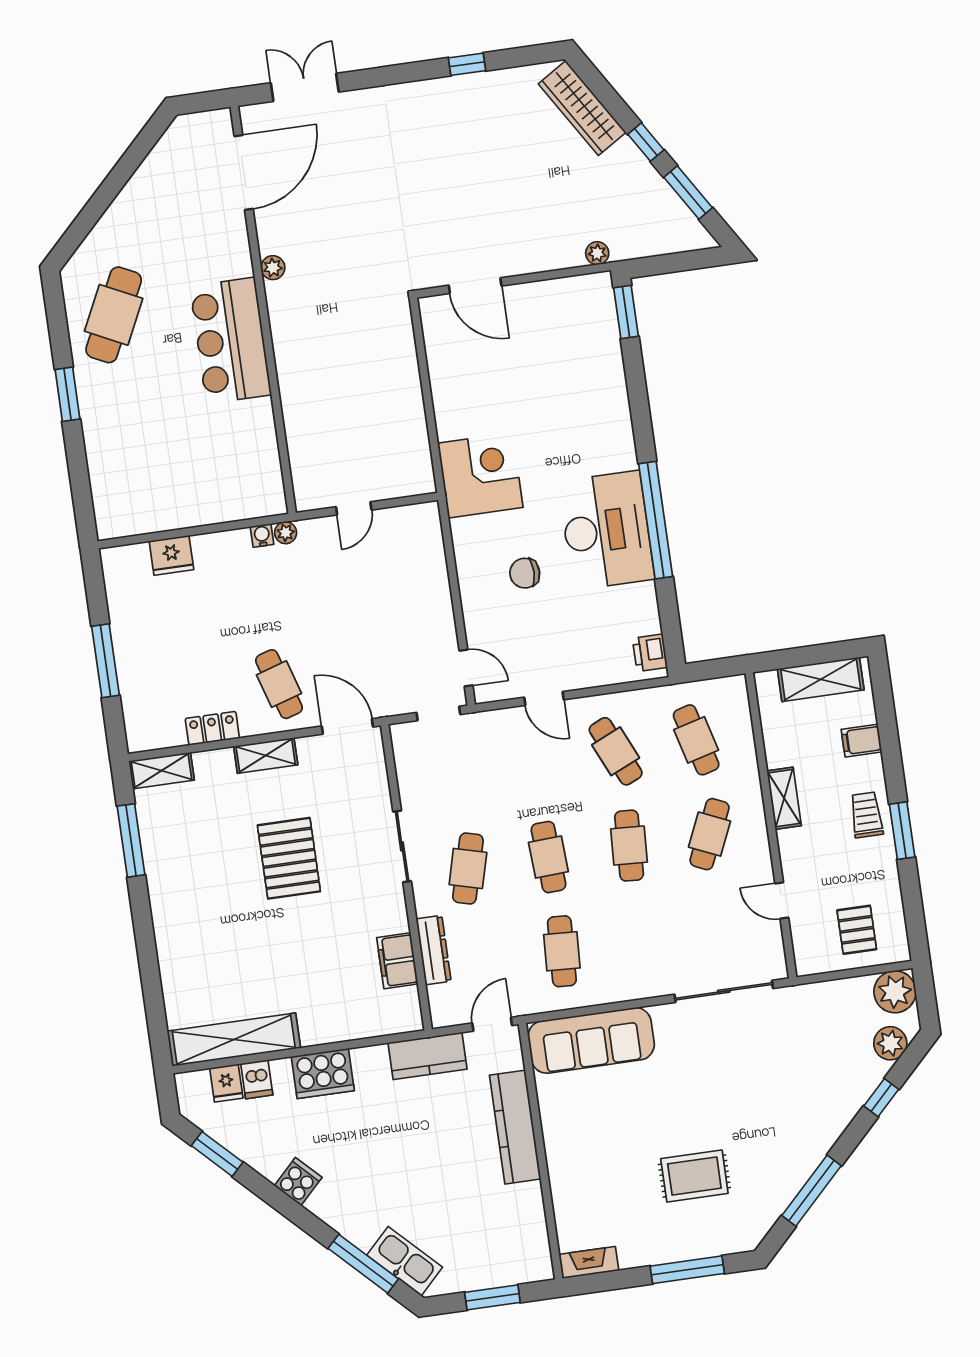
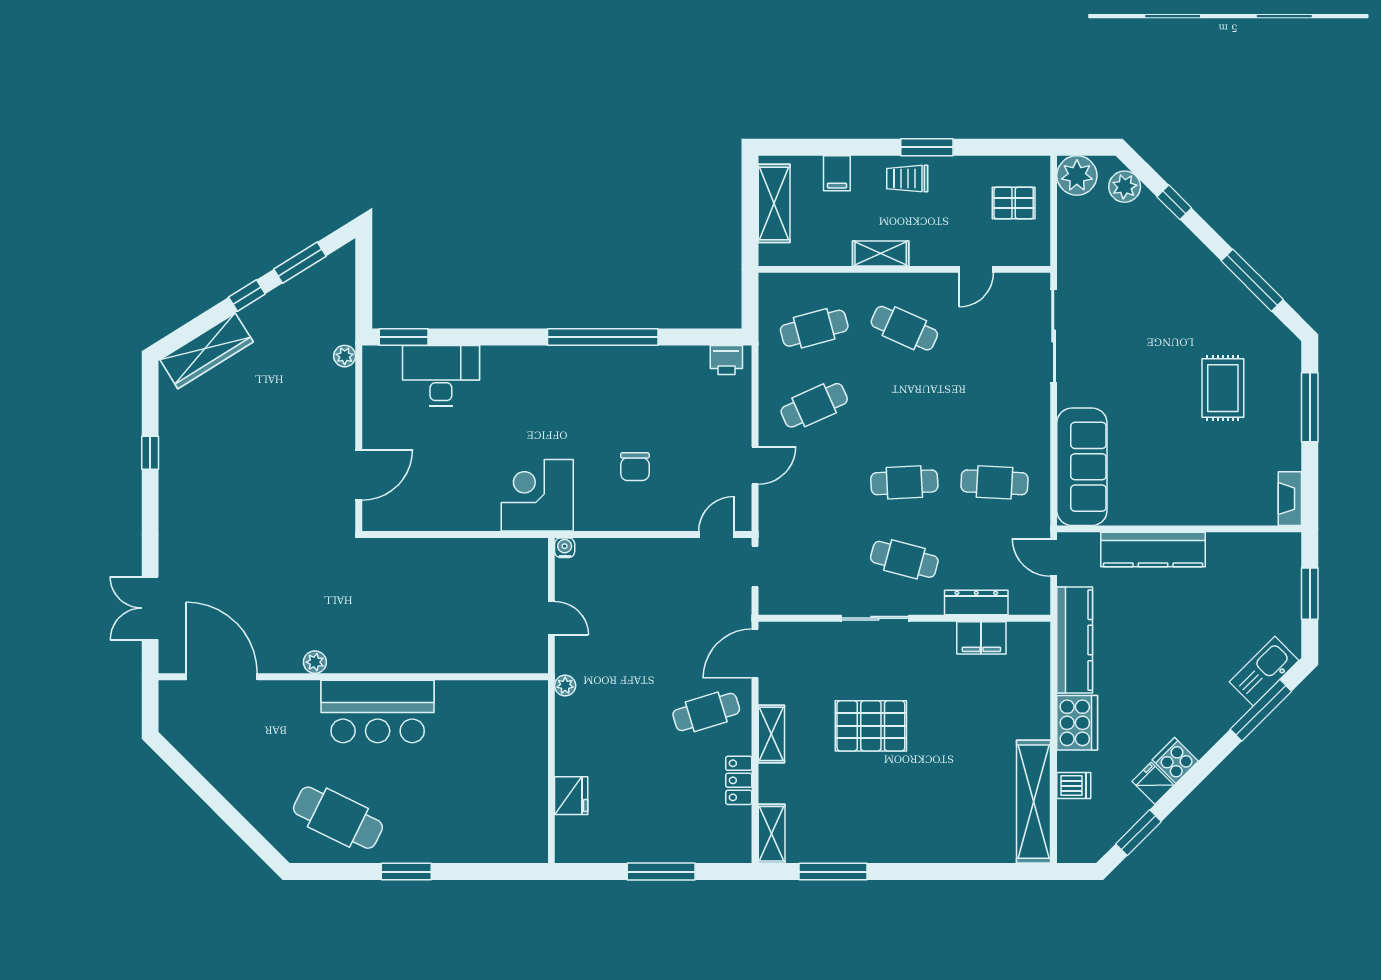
desk: (606, 530) -> (441, 375), moved, width x0.73, depth x0.77
water cooler: (262, 536) -> (565, 548), moved, turned 90
cafe table: (629, 846) -> (904, 405), removed
kitchen counter: (427, 1056) -> (1075, 640), width x1.50
fridge: (226, 1083) -> (1153, 783), moved, turned -135

